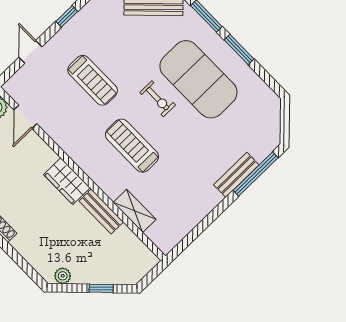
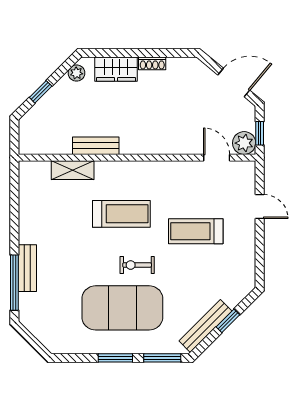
window: (67, 16) -> (260, 258), removed
wardrobe: (67, 181) -> (116, 69), moved, turned 180

